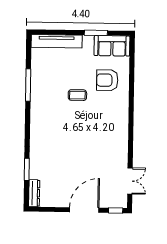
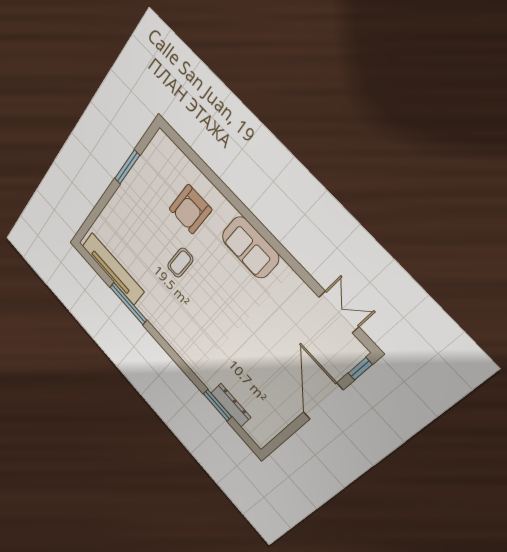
tv unit: (57, 41) -> (113, 269), moved, turned -90
sofa: (112, 46) -> (250, 247), moved, turned 90
dresser: (34, 193) -> (231, 405), moved

